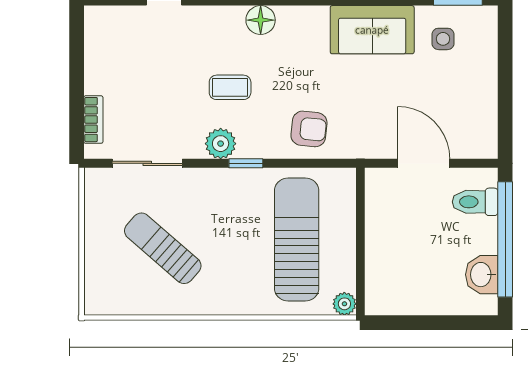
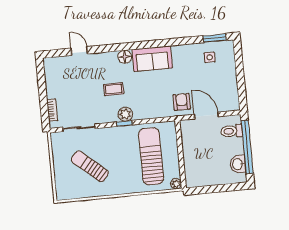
sofa: (372, 30) -> (152, 59), moved
armchair: (309, 129) -> (182, 102), moved, turned -96
plant: (221, 144) -> (125, 114), moved

